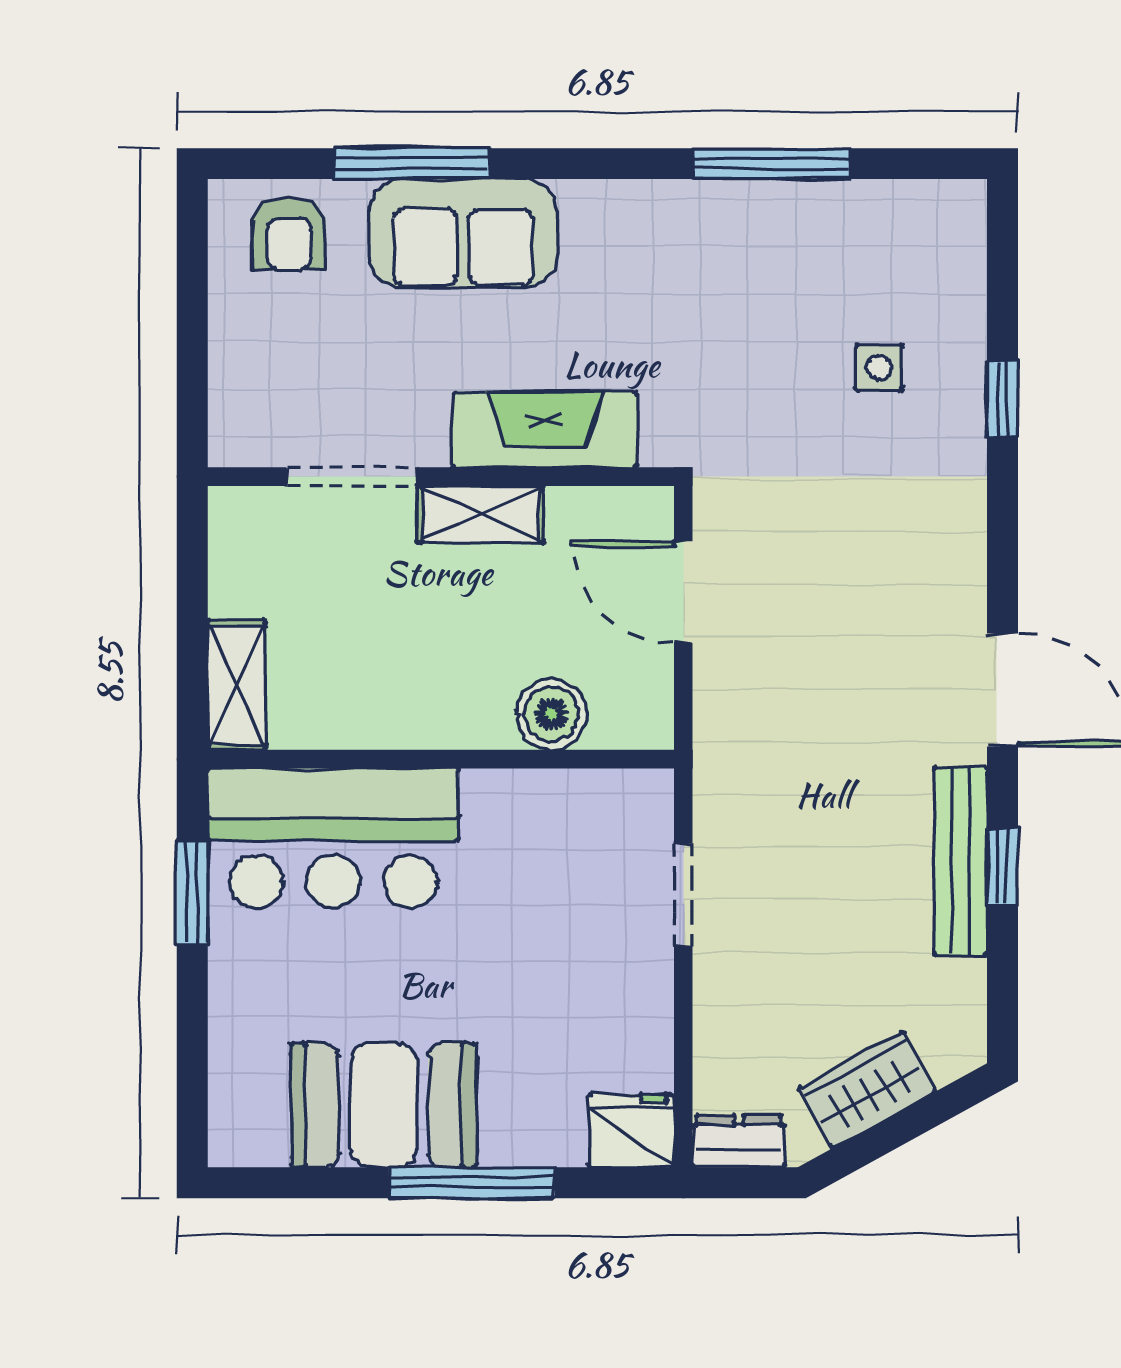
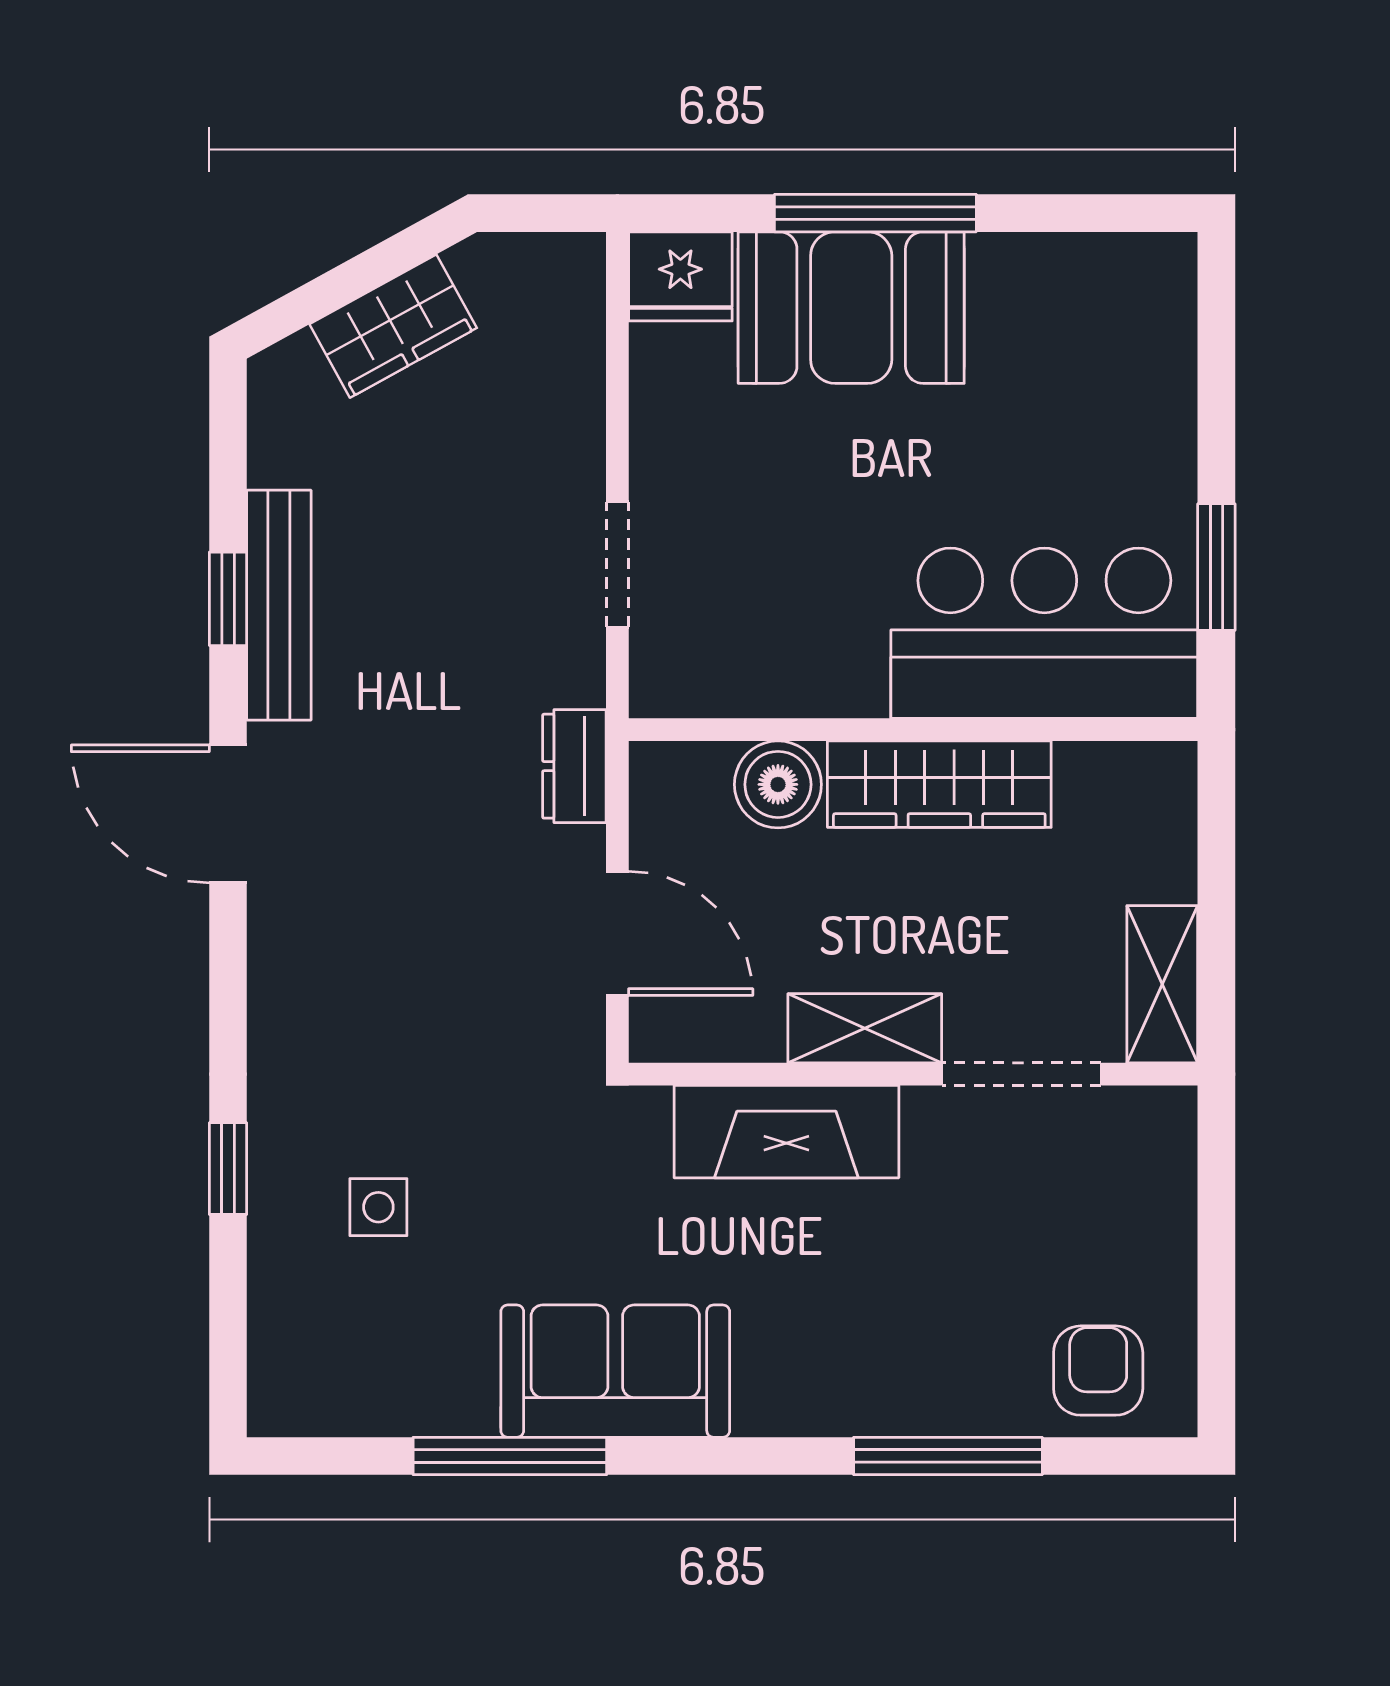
sofa: (463, 233) -> (615, 1371), moved
shelving: (237, 685) -> (1162, 984), moved
wardrobe: (419, 714) -> (939, 784), added
booth: (384, 1105) -> (851, 308), moved
dresser: (739, 1141) -> (574, 766), moved, turned 90

